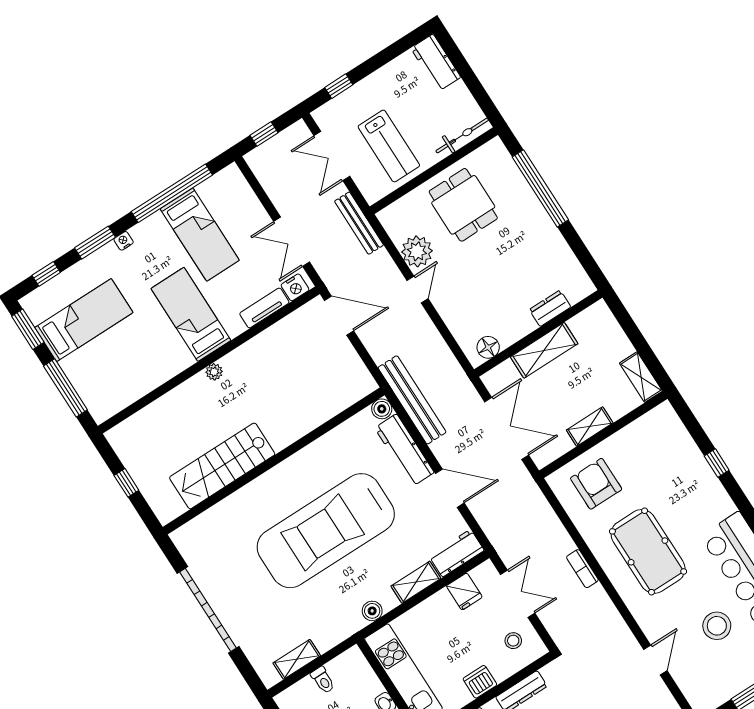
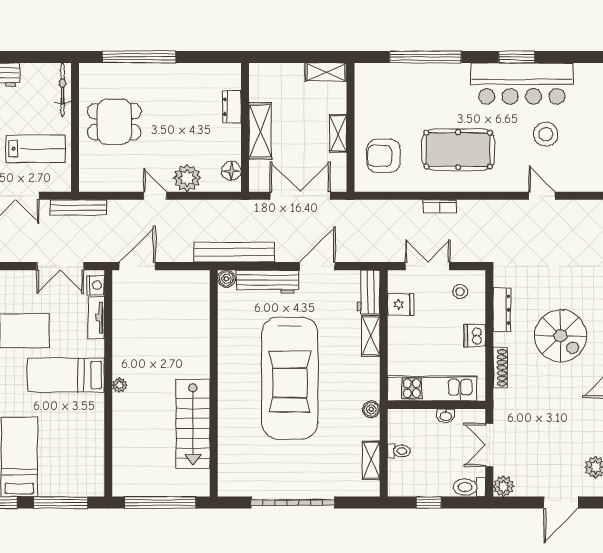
plant: (417, 251) -> (187, 178), moved
window: (717, 463) -> (425, 57), width x3.17
window: (126, 483) -> (160, 503), width x3.17
boiler: (372, 611) -> (371, 409), moved

